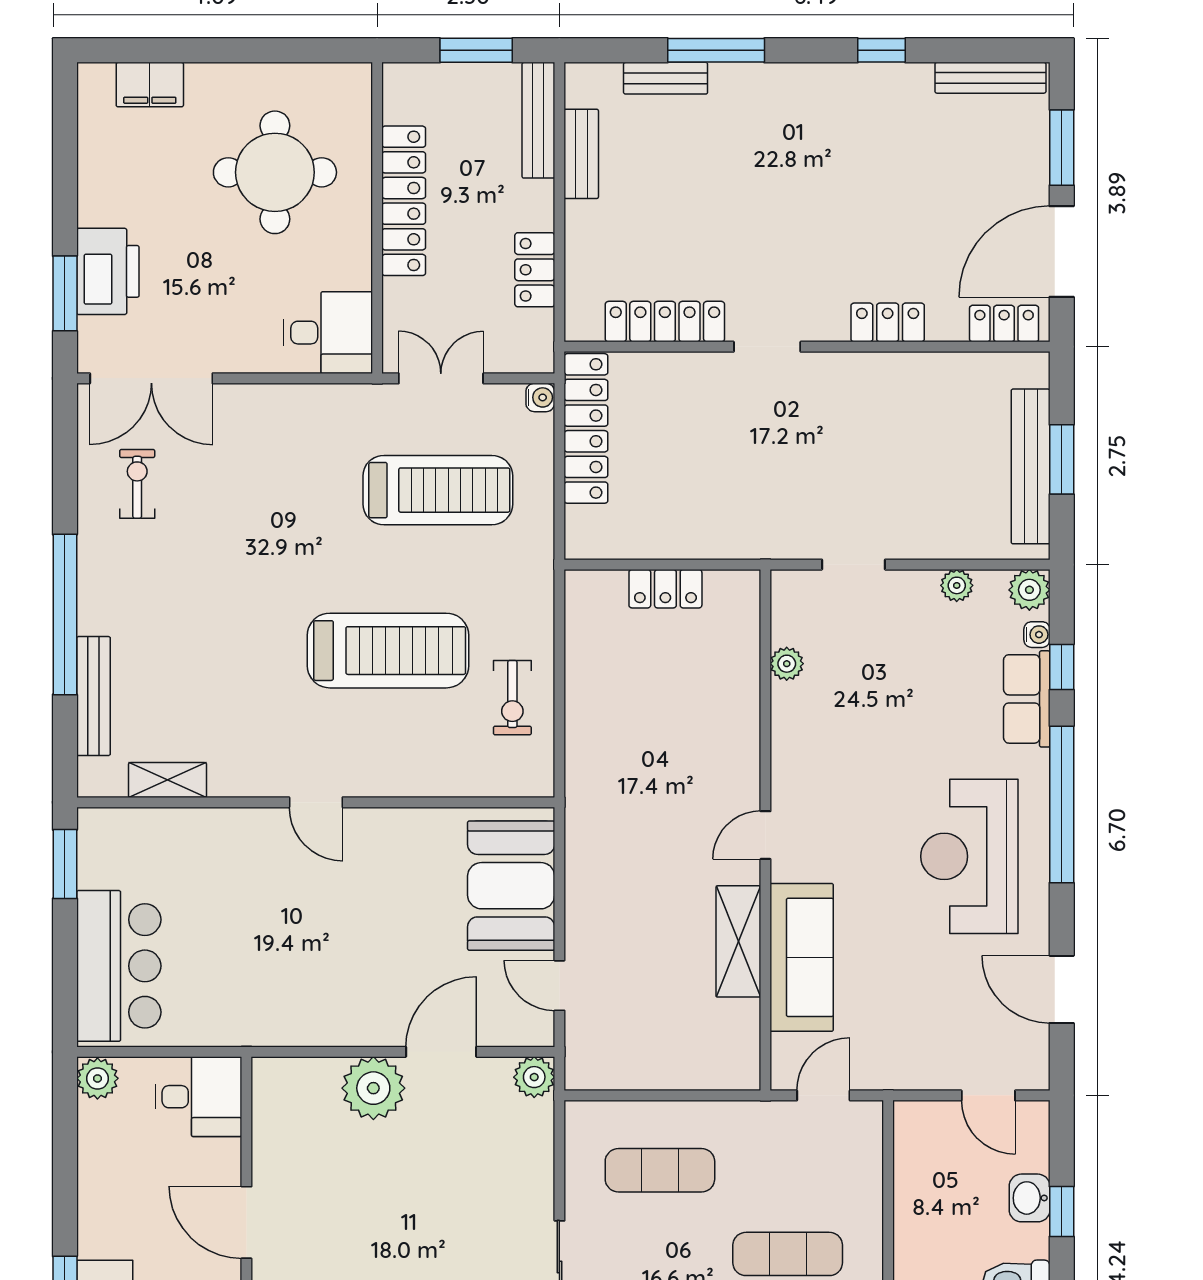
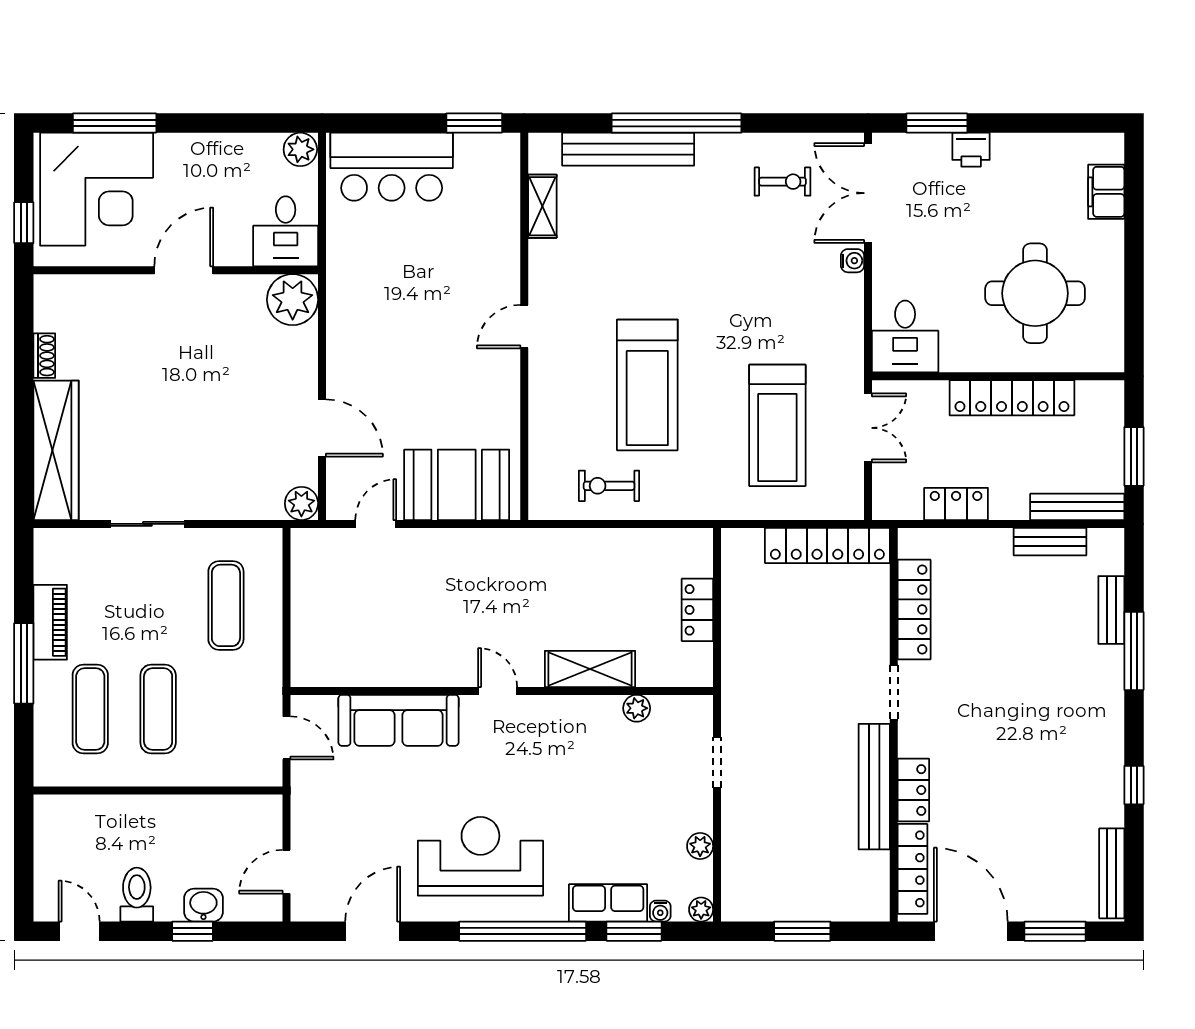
printer: (108, 271) -> (971, 150), width x0.53, depth x0.68
locker: (1004, 324) -> (912, 869), width x1.53
water cooler: (540, 397) -> (853, 261), moved, turned -90
bench: (1031, 466) -> (874, 787), moved, turned 90
plant: (1029, 590) -> (701, 910), width x0.73, depth x0.73
window: (1062, 667) -> (634, 931), width x1.50
bench: (94, 696) -> (628, 149), width x1.37, depth x1.21
shelving: (738, 941) -> (590, 669), moved
plant: (373, 1088) -> (293, 300), moved

